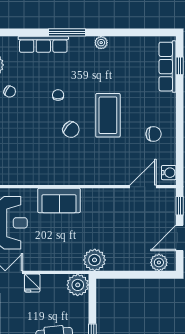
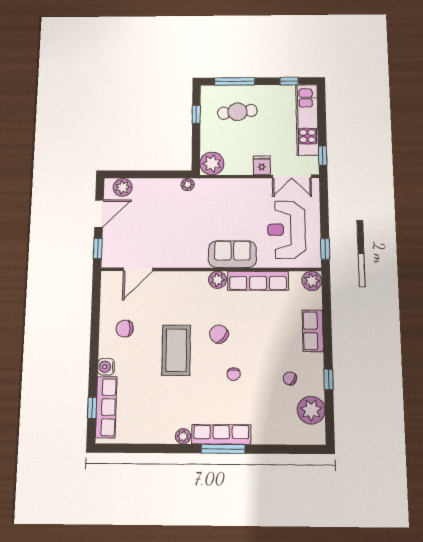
row of seats: (43, 44) -> (221, 434), moved
water cooler: (169, 173) -> (106, 367), moved
row of seats: (36, 177) -> (258, 281), added
plant: (72, 177) -> (218, 280), added
plant: (95, 260) -> (188, 184), width x0.53, depth x0.53

